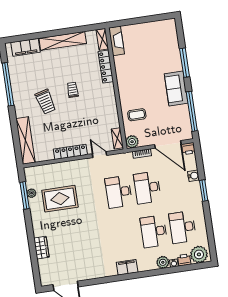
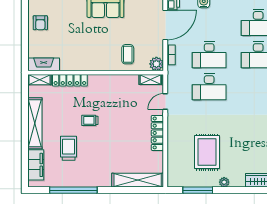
armchair: (153, 32) -> (40, 23), added
trolley: (46, 102) -> (69, 148), moved, turned -75
plant: (32, 193) -> (224, 182), moved

